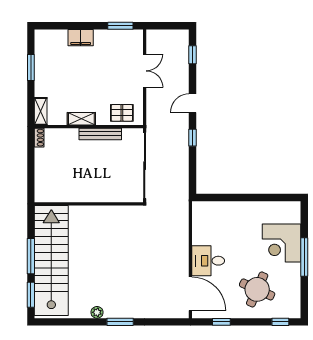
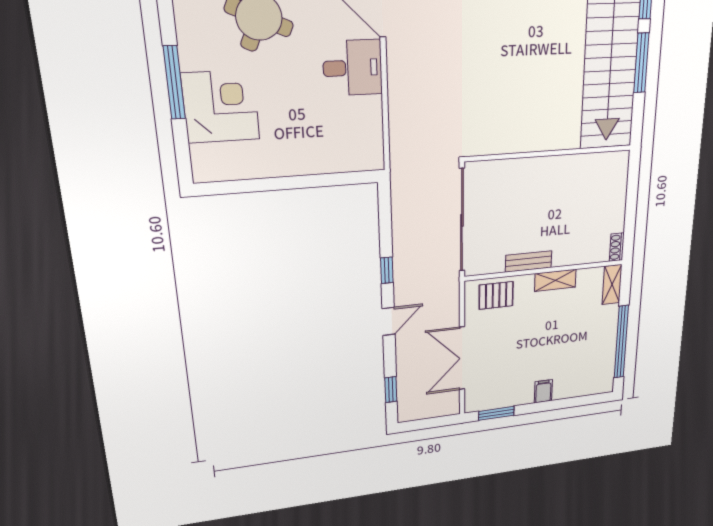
filing cabinet: (81, 38) -> (543, 391), width x0.50
window: (31, 68) -> (621, 342), width x2.11
double door: (145, 71) -> (462, 358), width x1.37
bench: (100, 134) -> (529, 261), width x0.73

